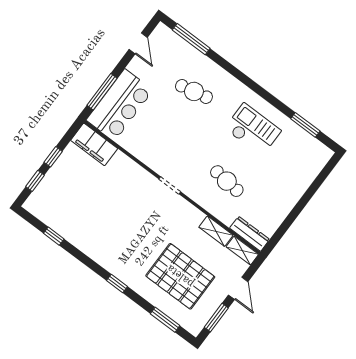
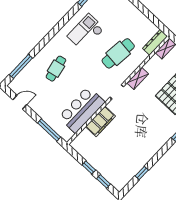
bar counter: (120, 105) -> (82, 110), moved, turned -90
filing cabinet: (94, 144) -> (101, 121), moved
cafe table: (227, 181) -> (118, 53), width x1.37, depth x1.35
shelving: (216, 231) -> (138, 78), moved

